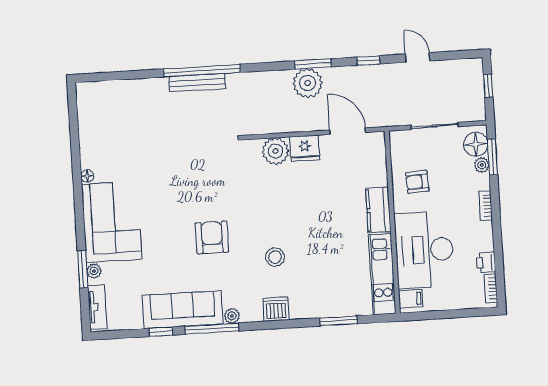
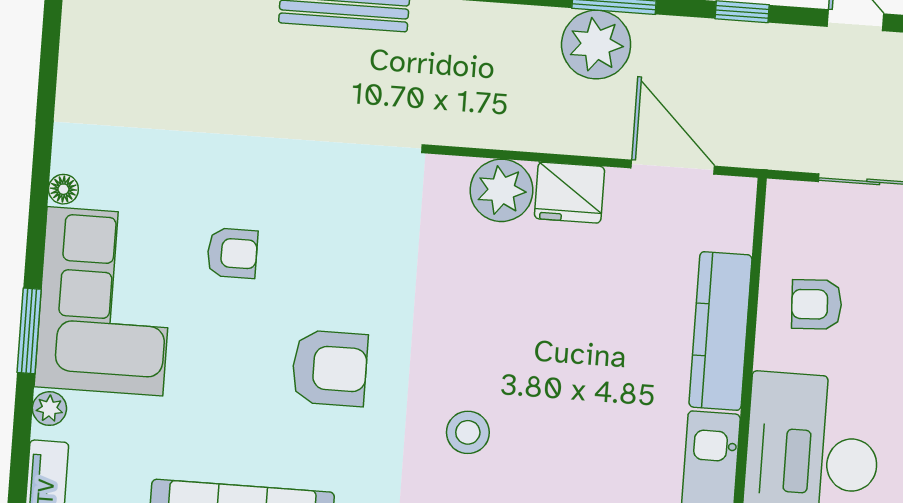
armchair: (163, 194) -> (232, 253), added
kitchen counter: (378, 210) -> (720, 331), width x1.50
armchair: (212, 237) -> (330, 368), turned 90
window: (83, 269) -> (29, 331), moved

